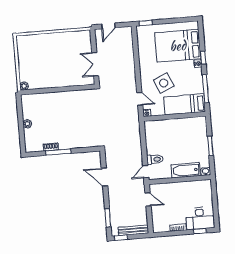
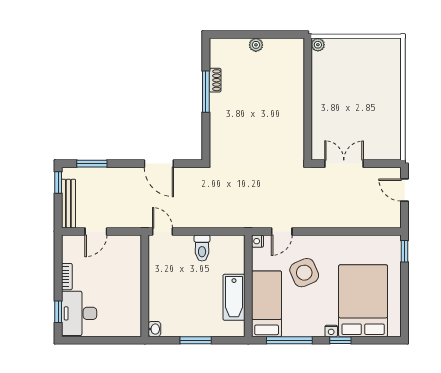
toilet: (155, 159) -> (202, 248), moved
bathtub: (186, 170) -> (234, 297), moved, turned 180
door: (104, 177) -> (159, 164), swing flipped
door: (148, 199) -> (96, 232), moved

